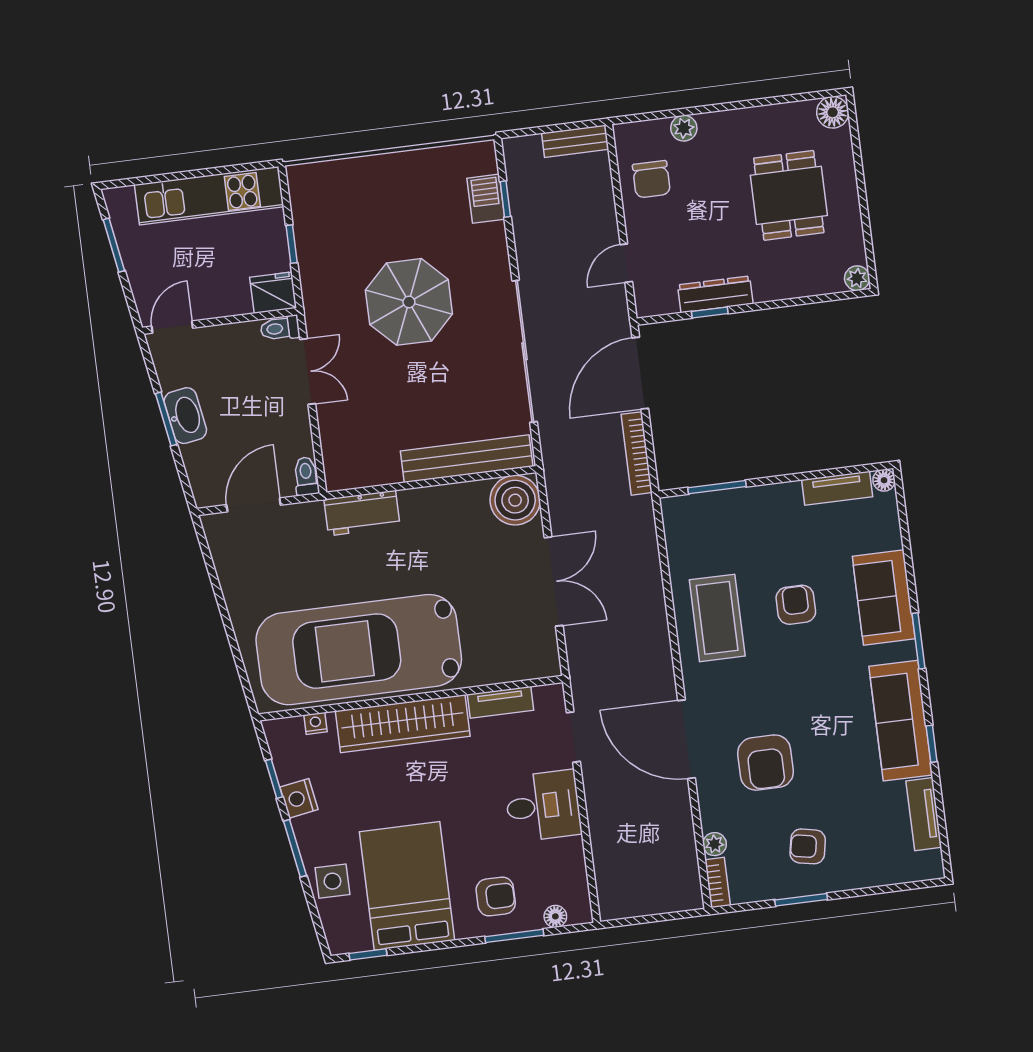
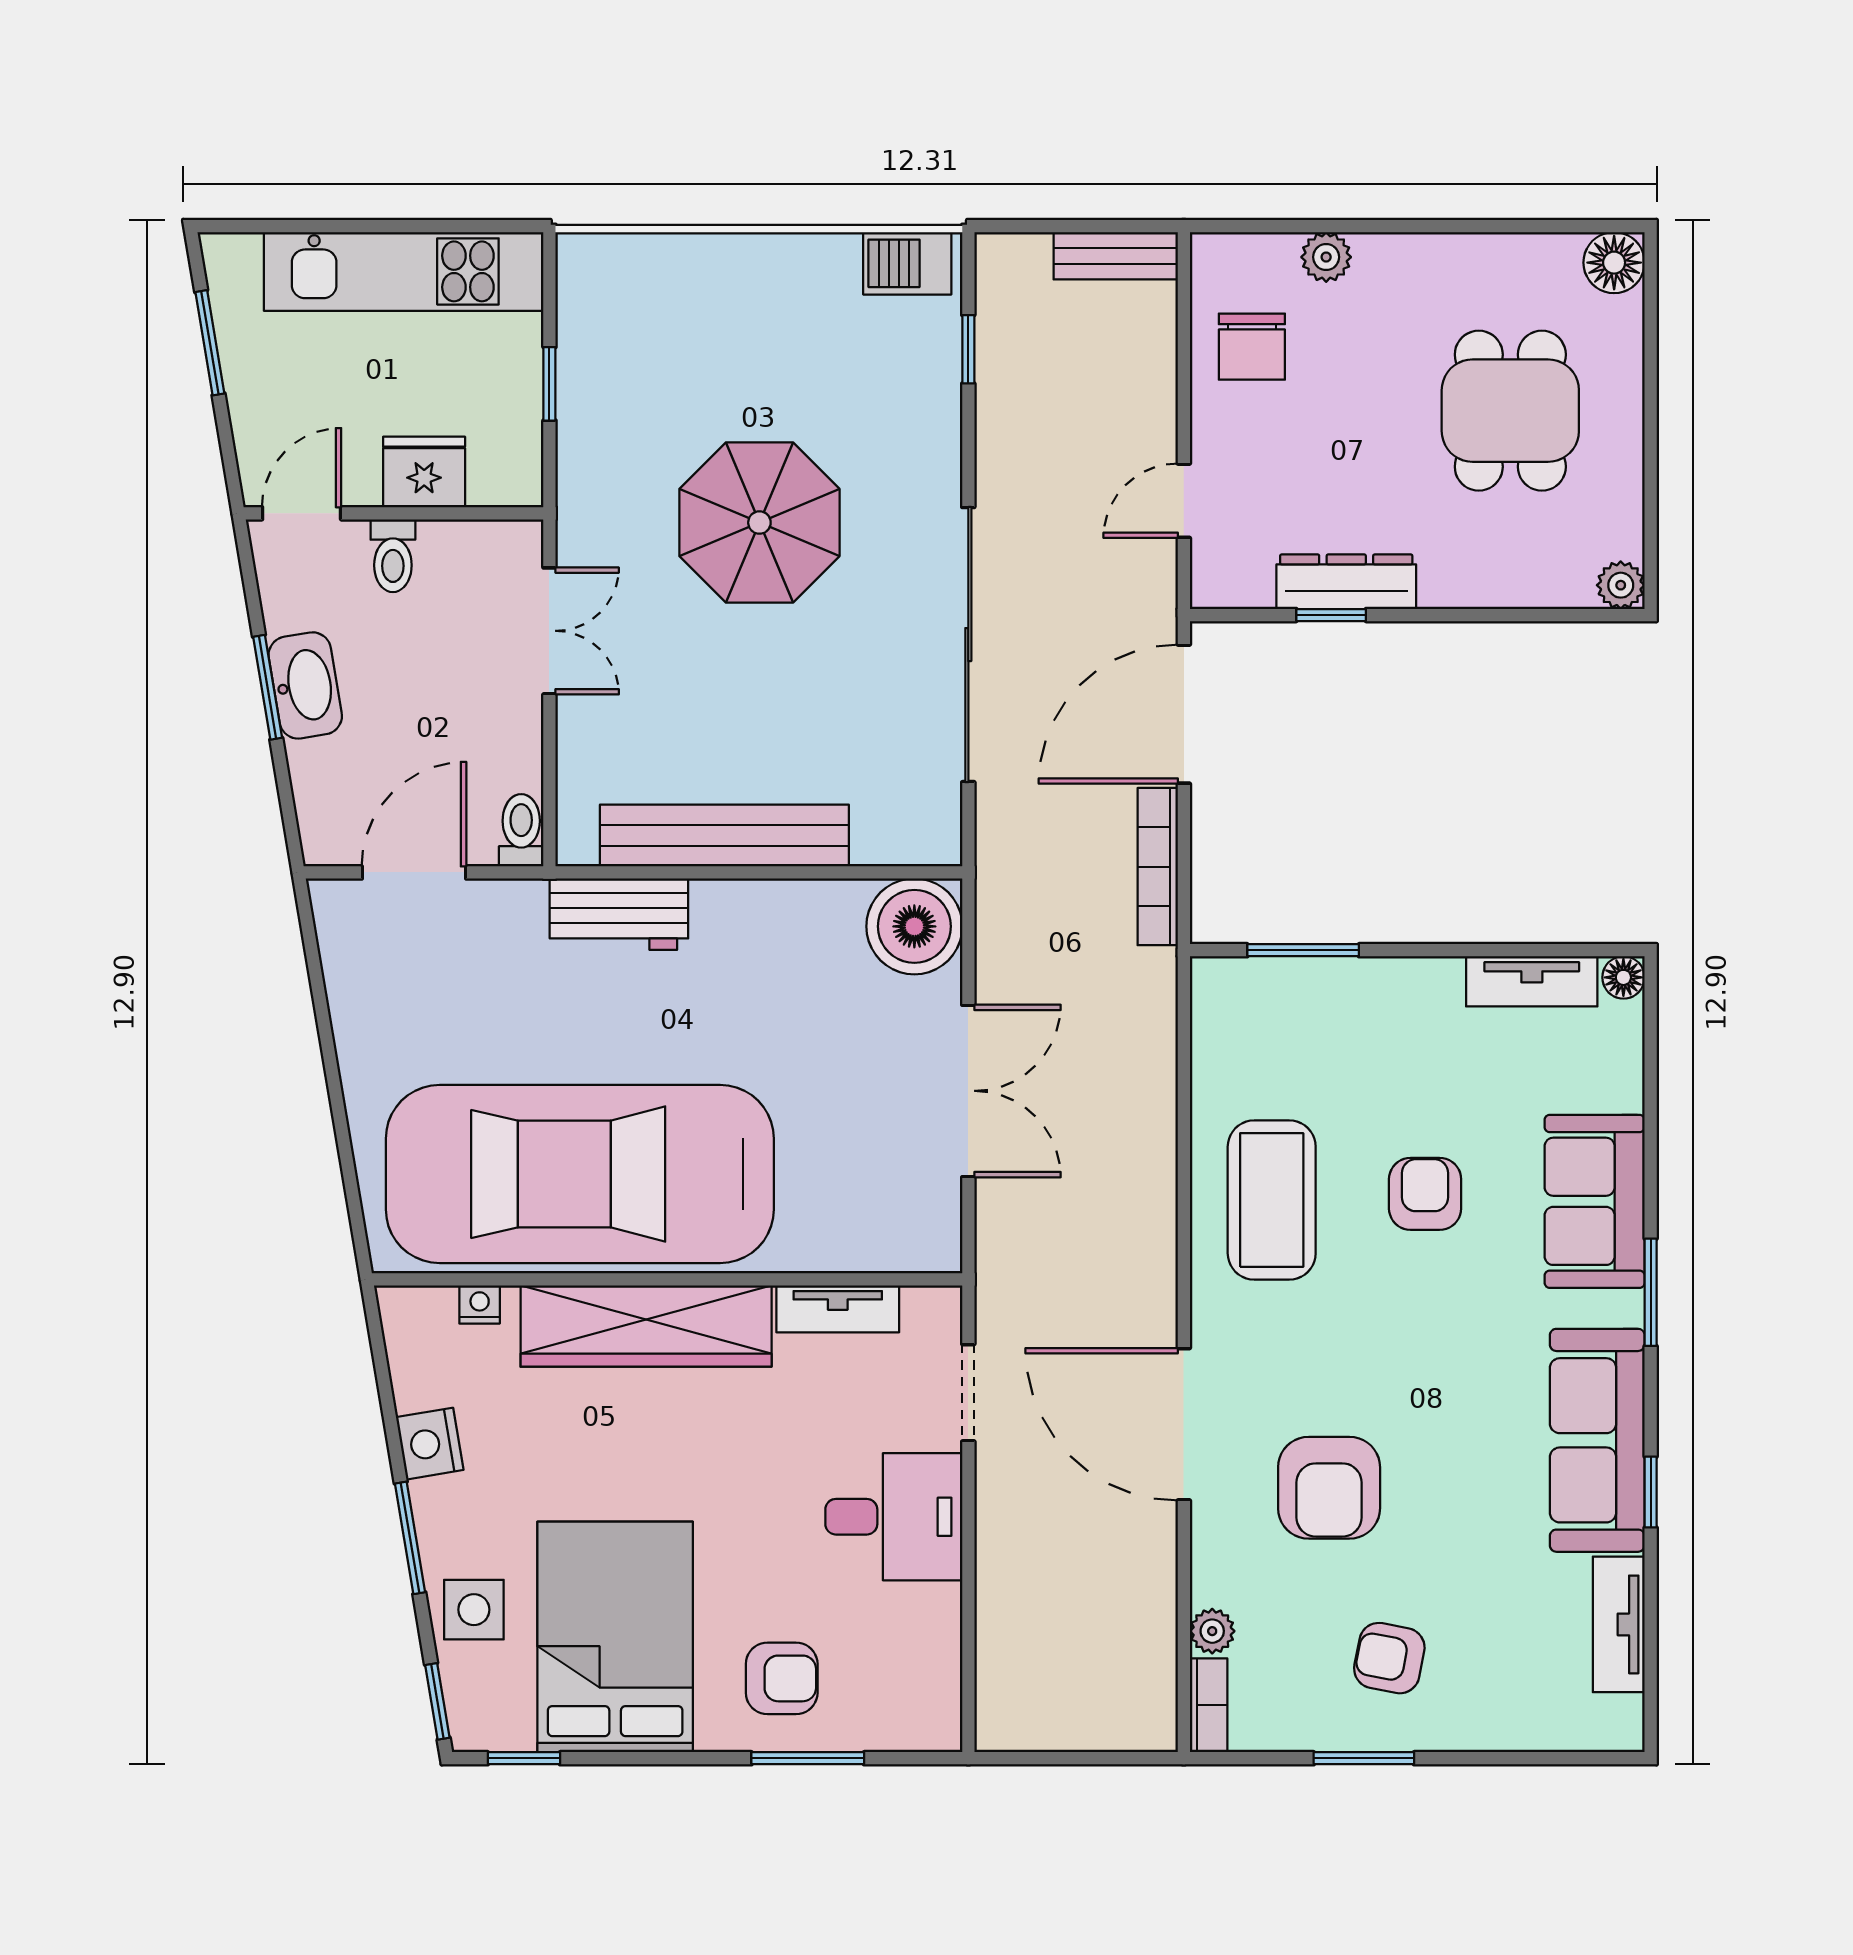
barbecue: (486, 199) -> (907, 263), moved, turned -90
fridge: (273, 293) -> (424, 472), moved
toilet: (280, 328) -> (393, 556), moved, turned -90
bench: (467, 459) -> (724, 835), moved
window: (274, 779) -> (437, 1701), moved
floor lamp: (555, 916) -> (891, 1731), removed

